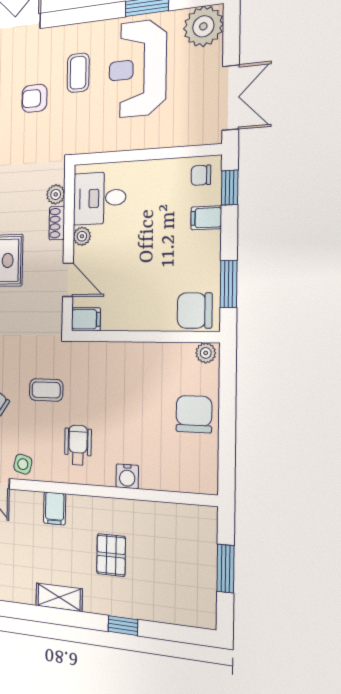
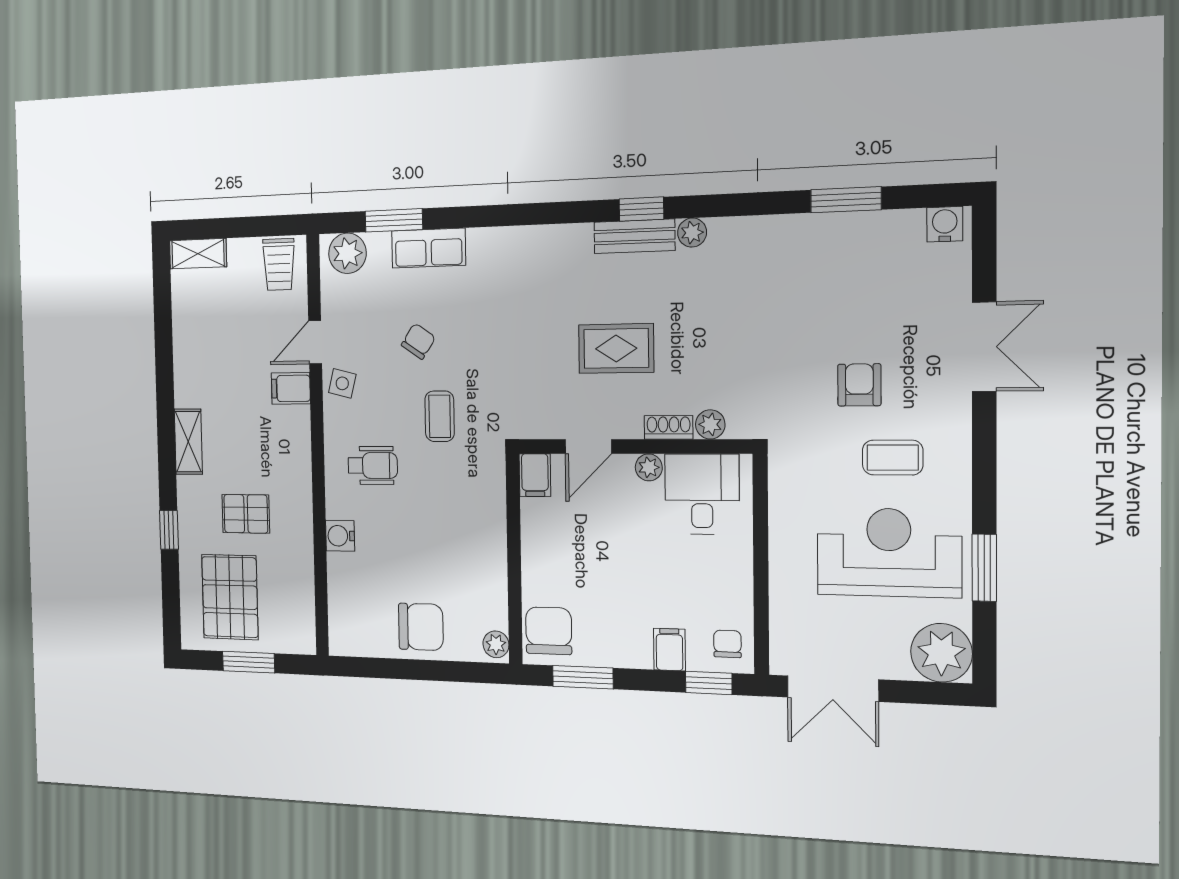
filing cabinet: (55, 508) -> (291, 388), moved
pallet: (174, 578) -> (230, 597), added

